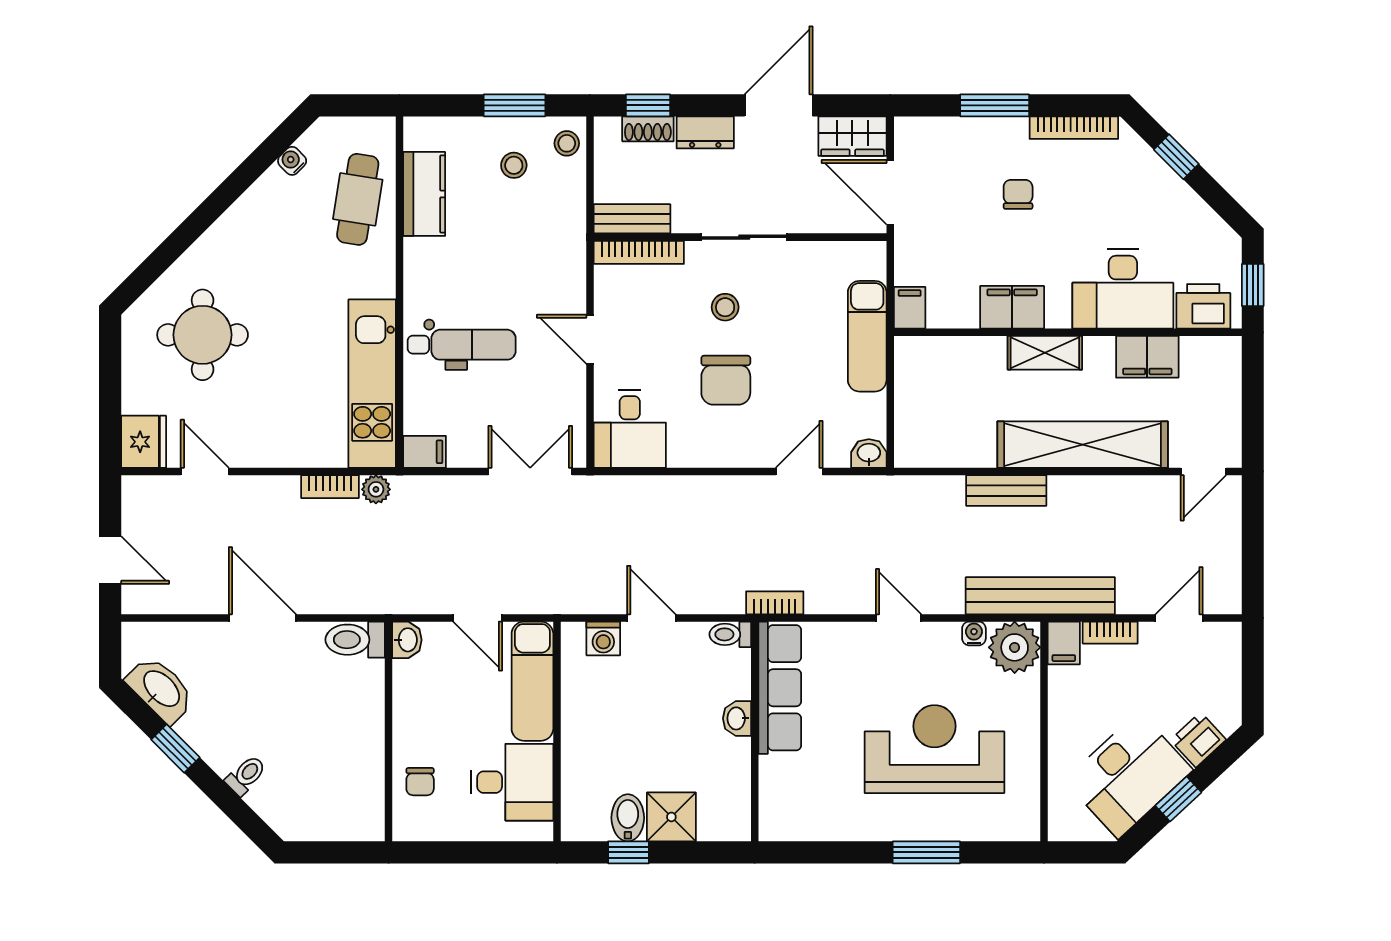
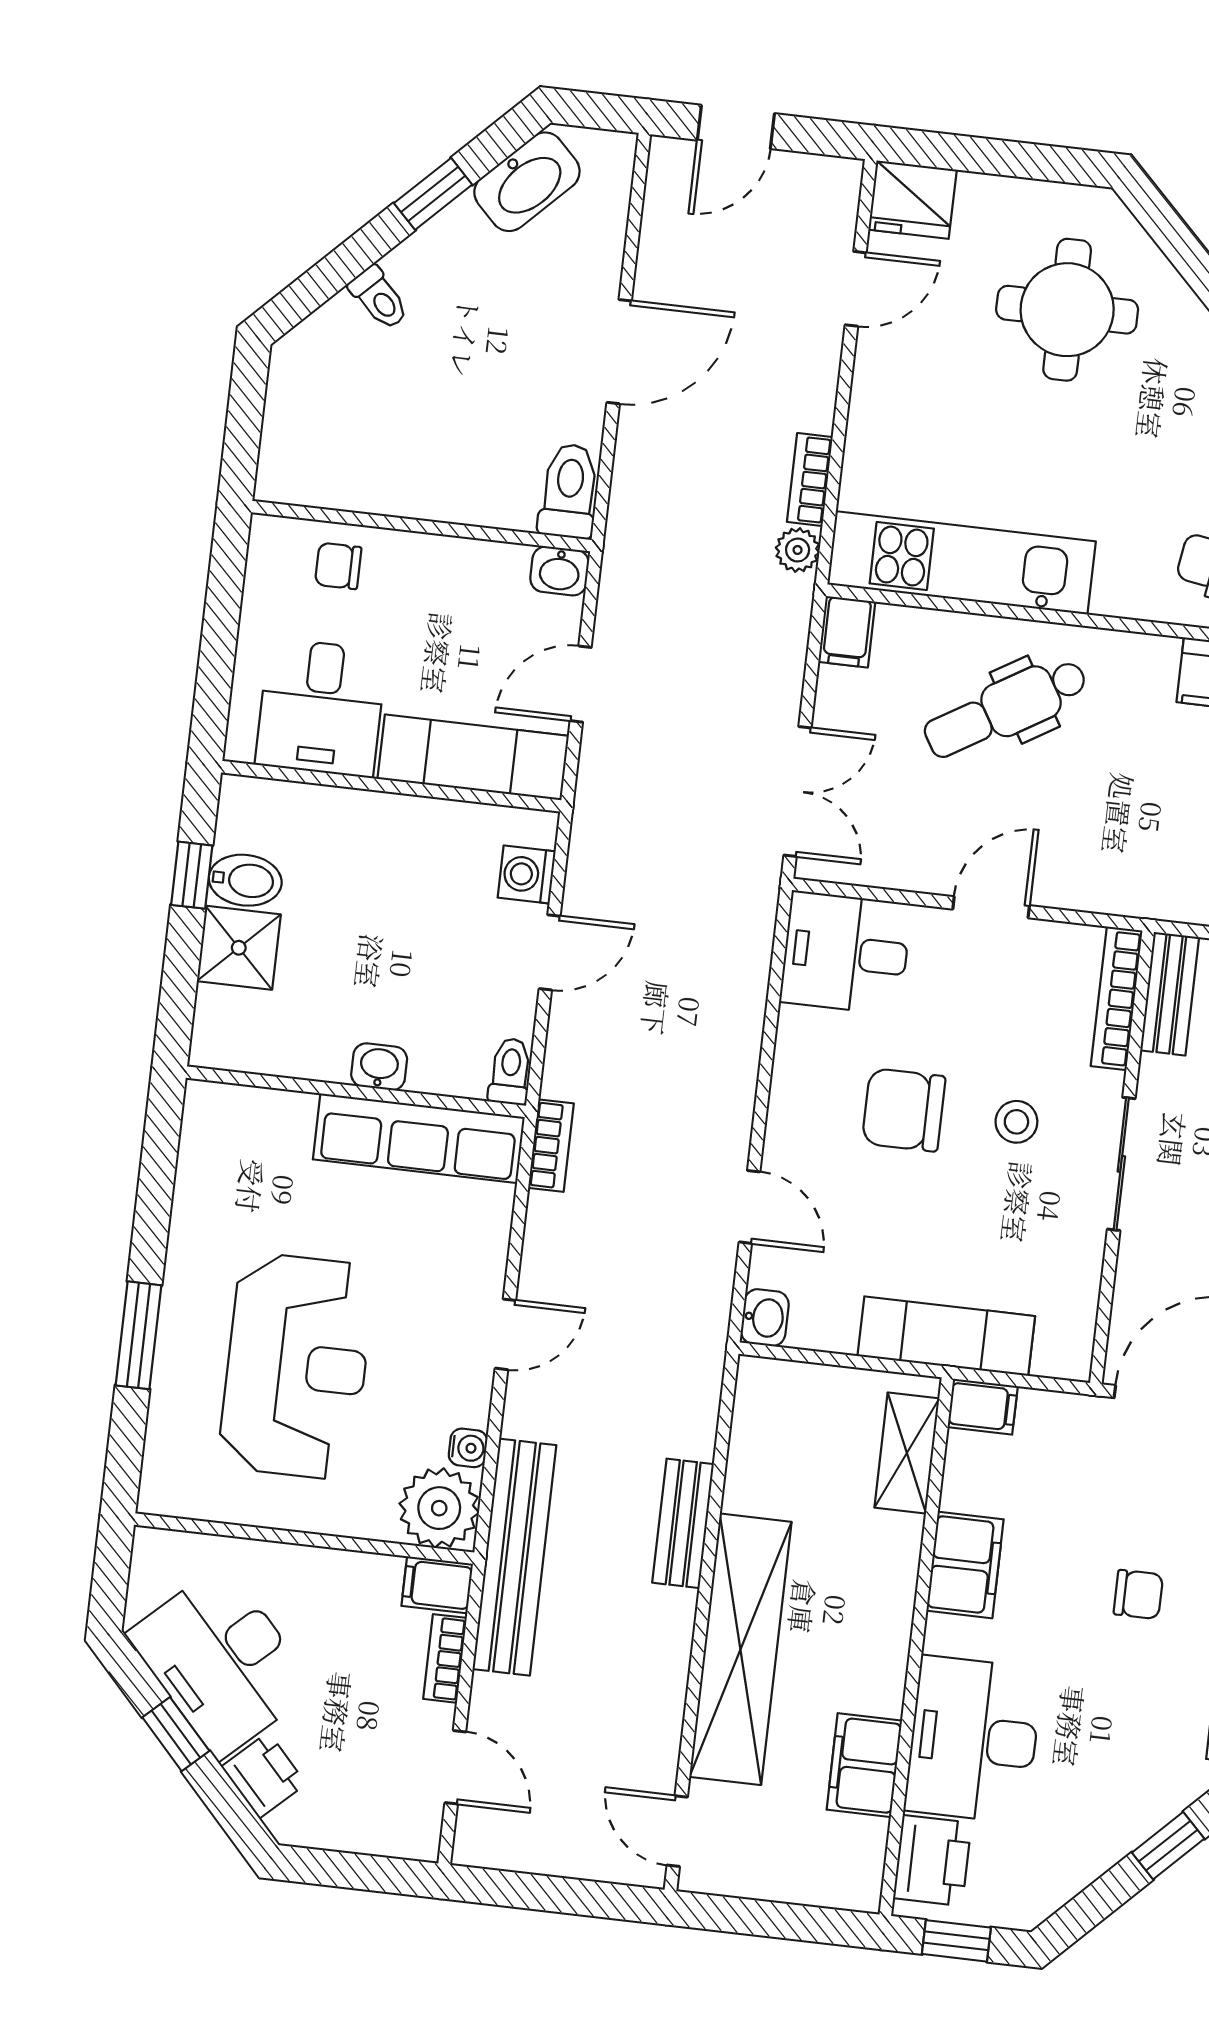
dental chair: (462, 345) -> (1006, 708), turned 59
shelving: (1045, 353) -> (907, 1453), moved

